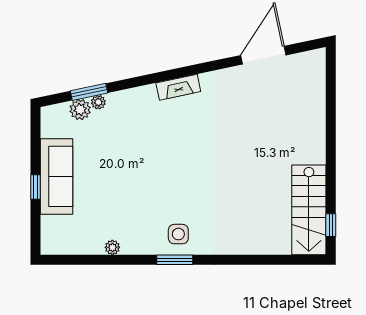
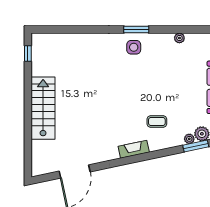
coffee table: (145, 127) -> (157, 121), added
stairs: (309, 210) -> (43, 108), moved

